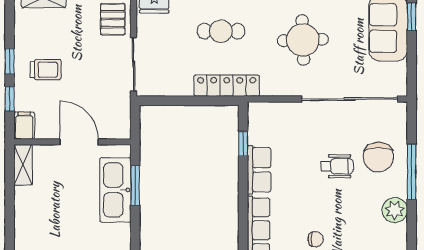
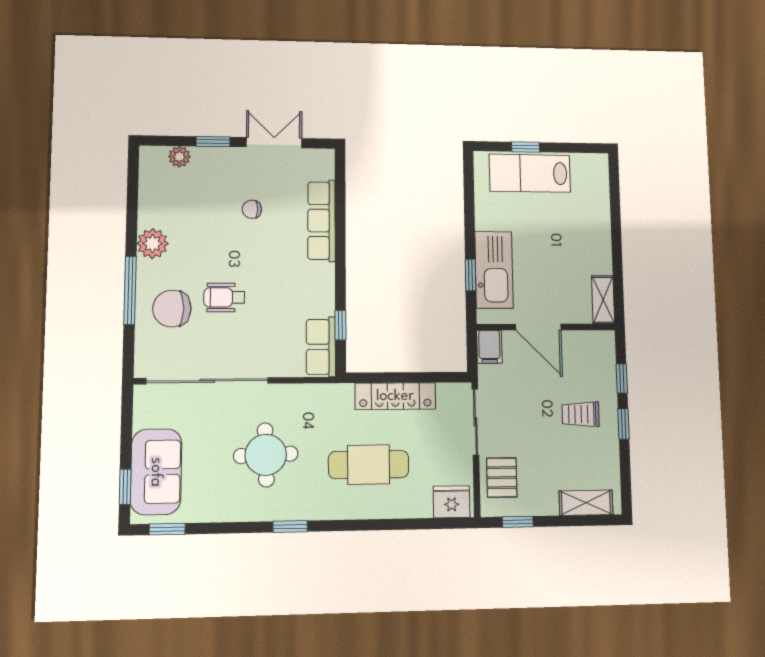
cafe table: (221, 31) -> (369, 465), width x1.37, depth x1.35
locker: (227, 86) -> (395, 396), moved
filing cabinet: (24, 126) -> (489, 347), moved
chair: (378, 157) -> (172, 309), turned -90
row of seats: (259, 170) -> (321, 347), moved
window: (135, 186) -> (471, 275), width x0.67

